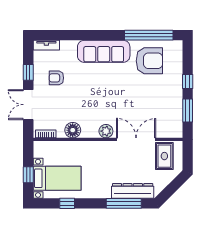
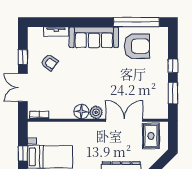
tv unit: (46, 45) -> (56, 32), moved
armchair: (56, 78) -> (49, 62), turned -144
floor lamp: (73, 130) -> (81, 111), moved

